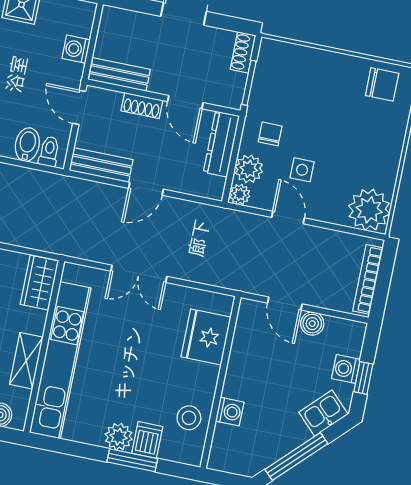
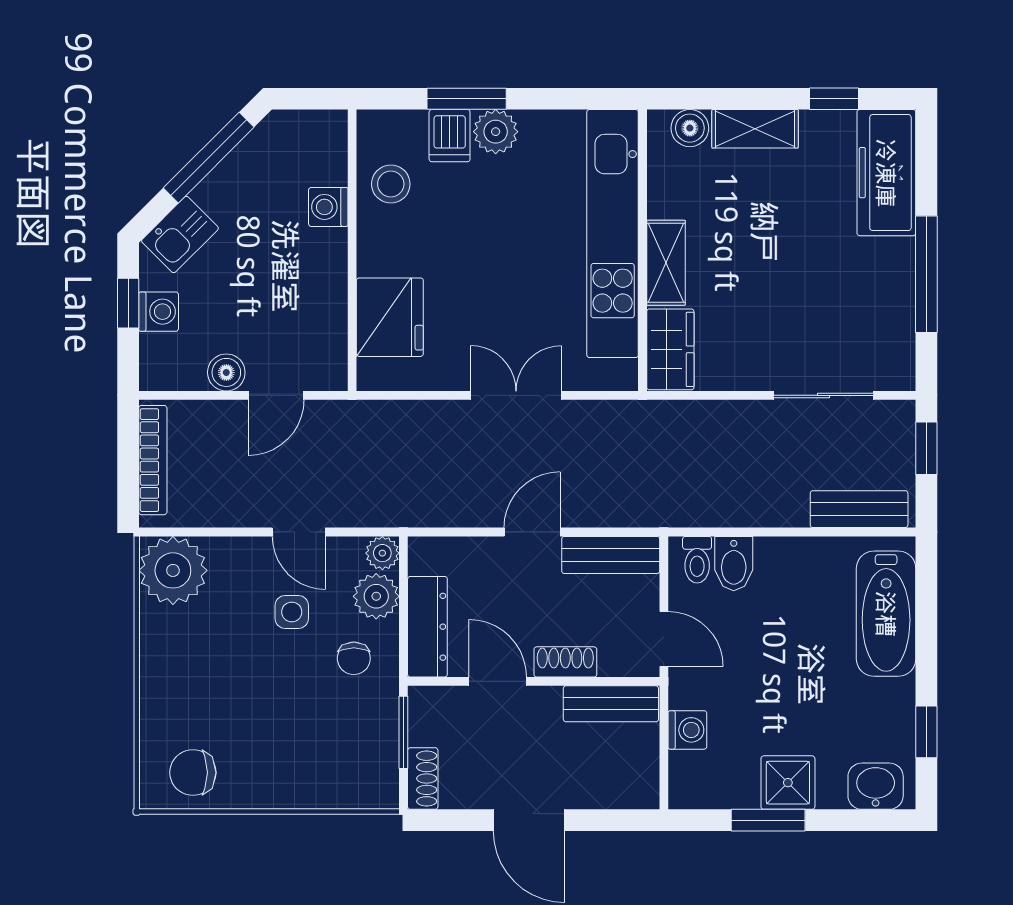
door: (285, 303) -> (276, 395), swing flipped
shelving: (26, 361) -> (666, 263), moved

